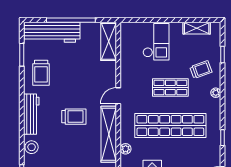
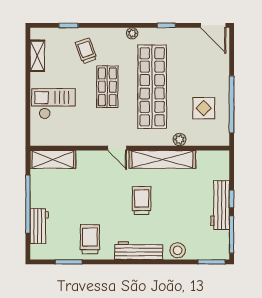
workbench: (52, 32) -> (39, 226), width x0.53, depth x0.76
trolley: (41, 73) -> (90, 239), turned -90
plant: (216, 93) -> (132, 33), moved

